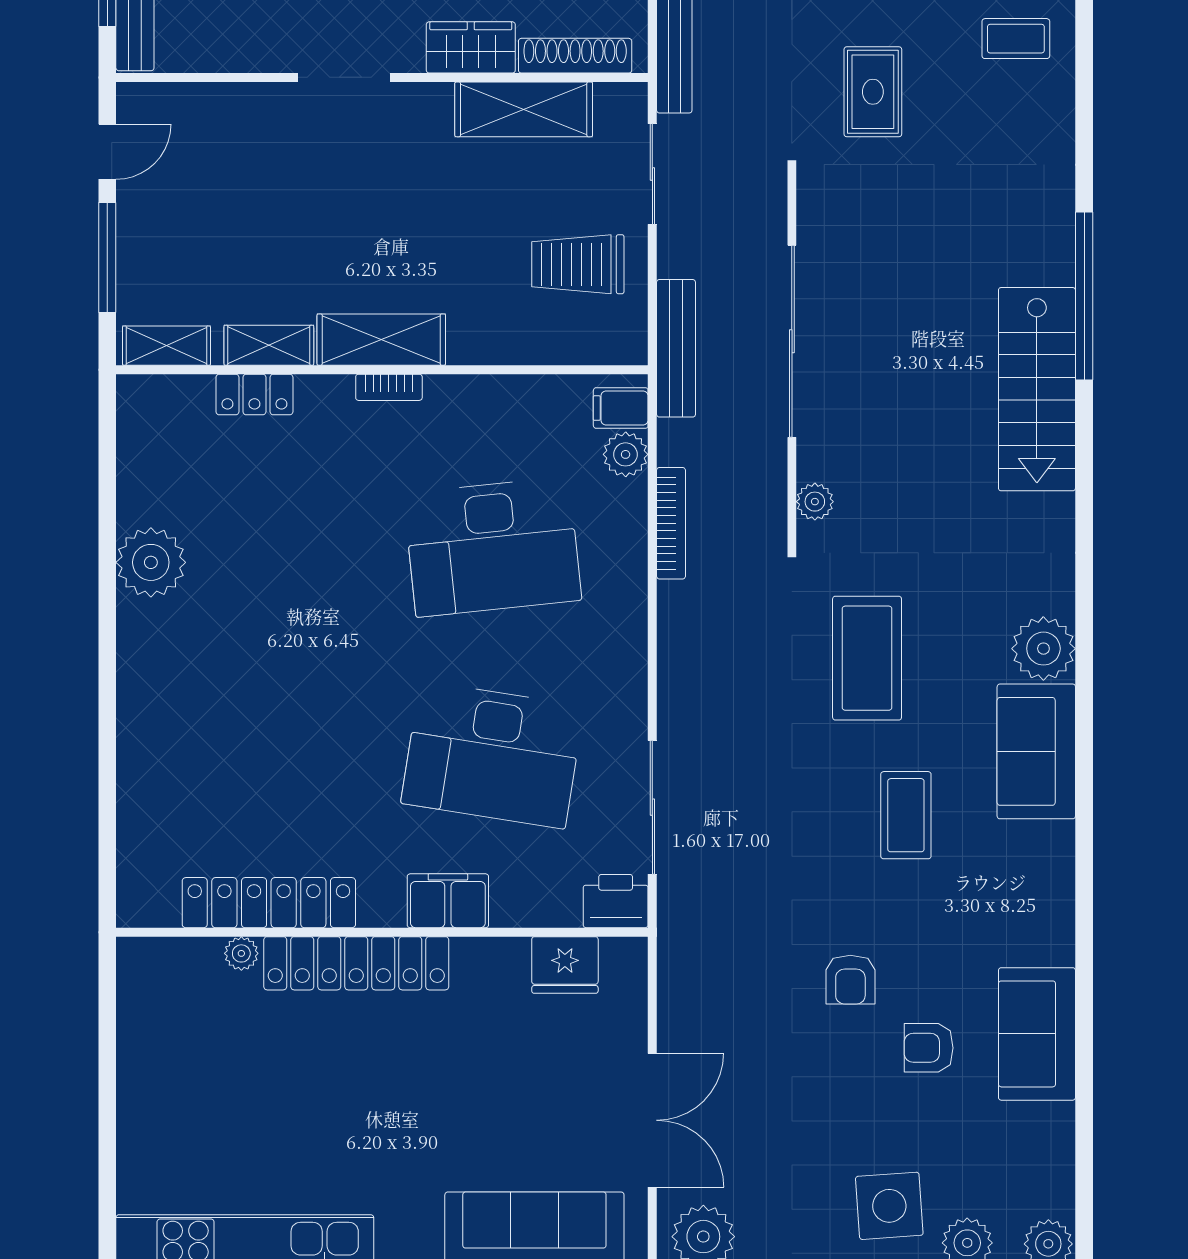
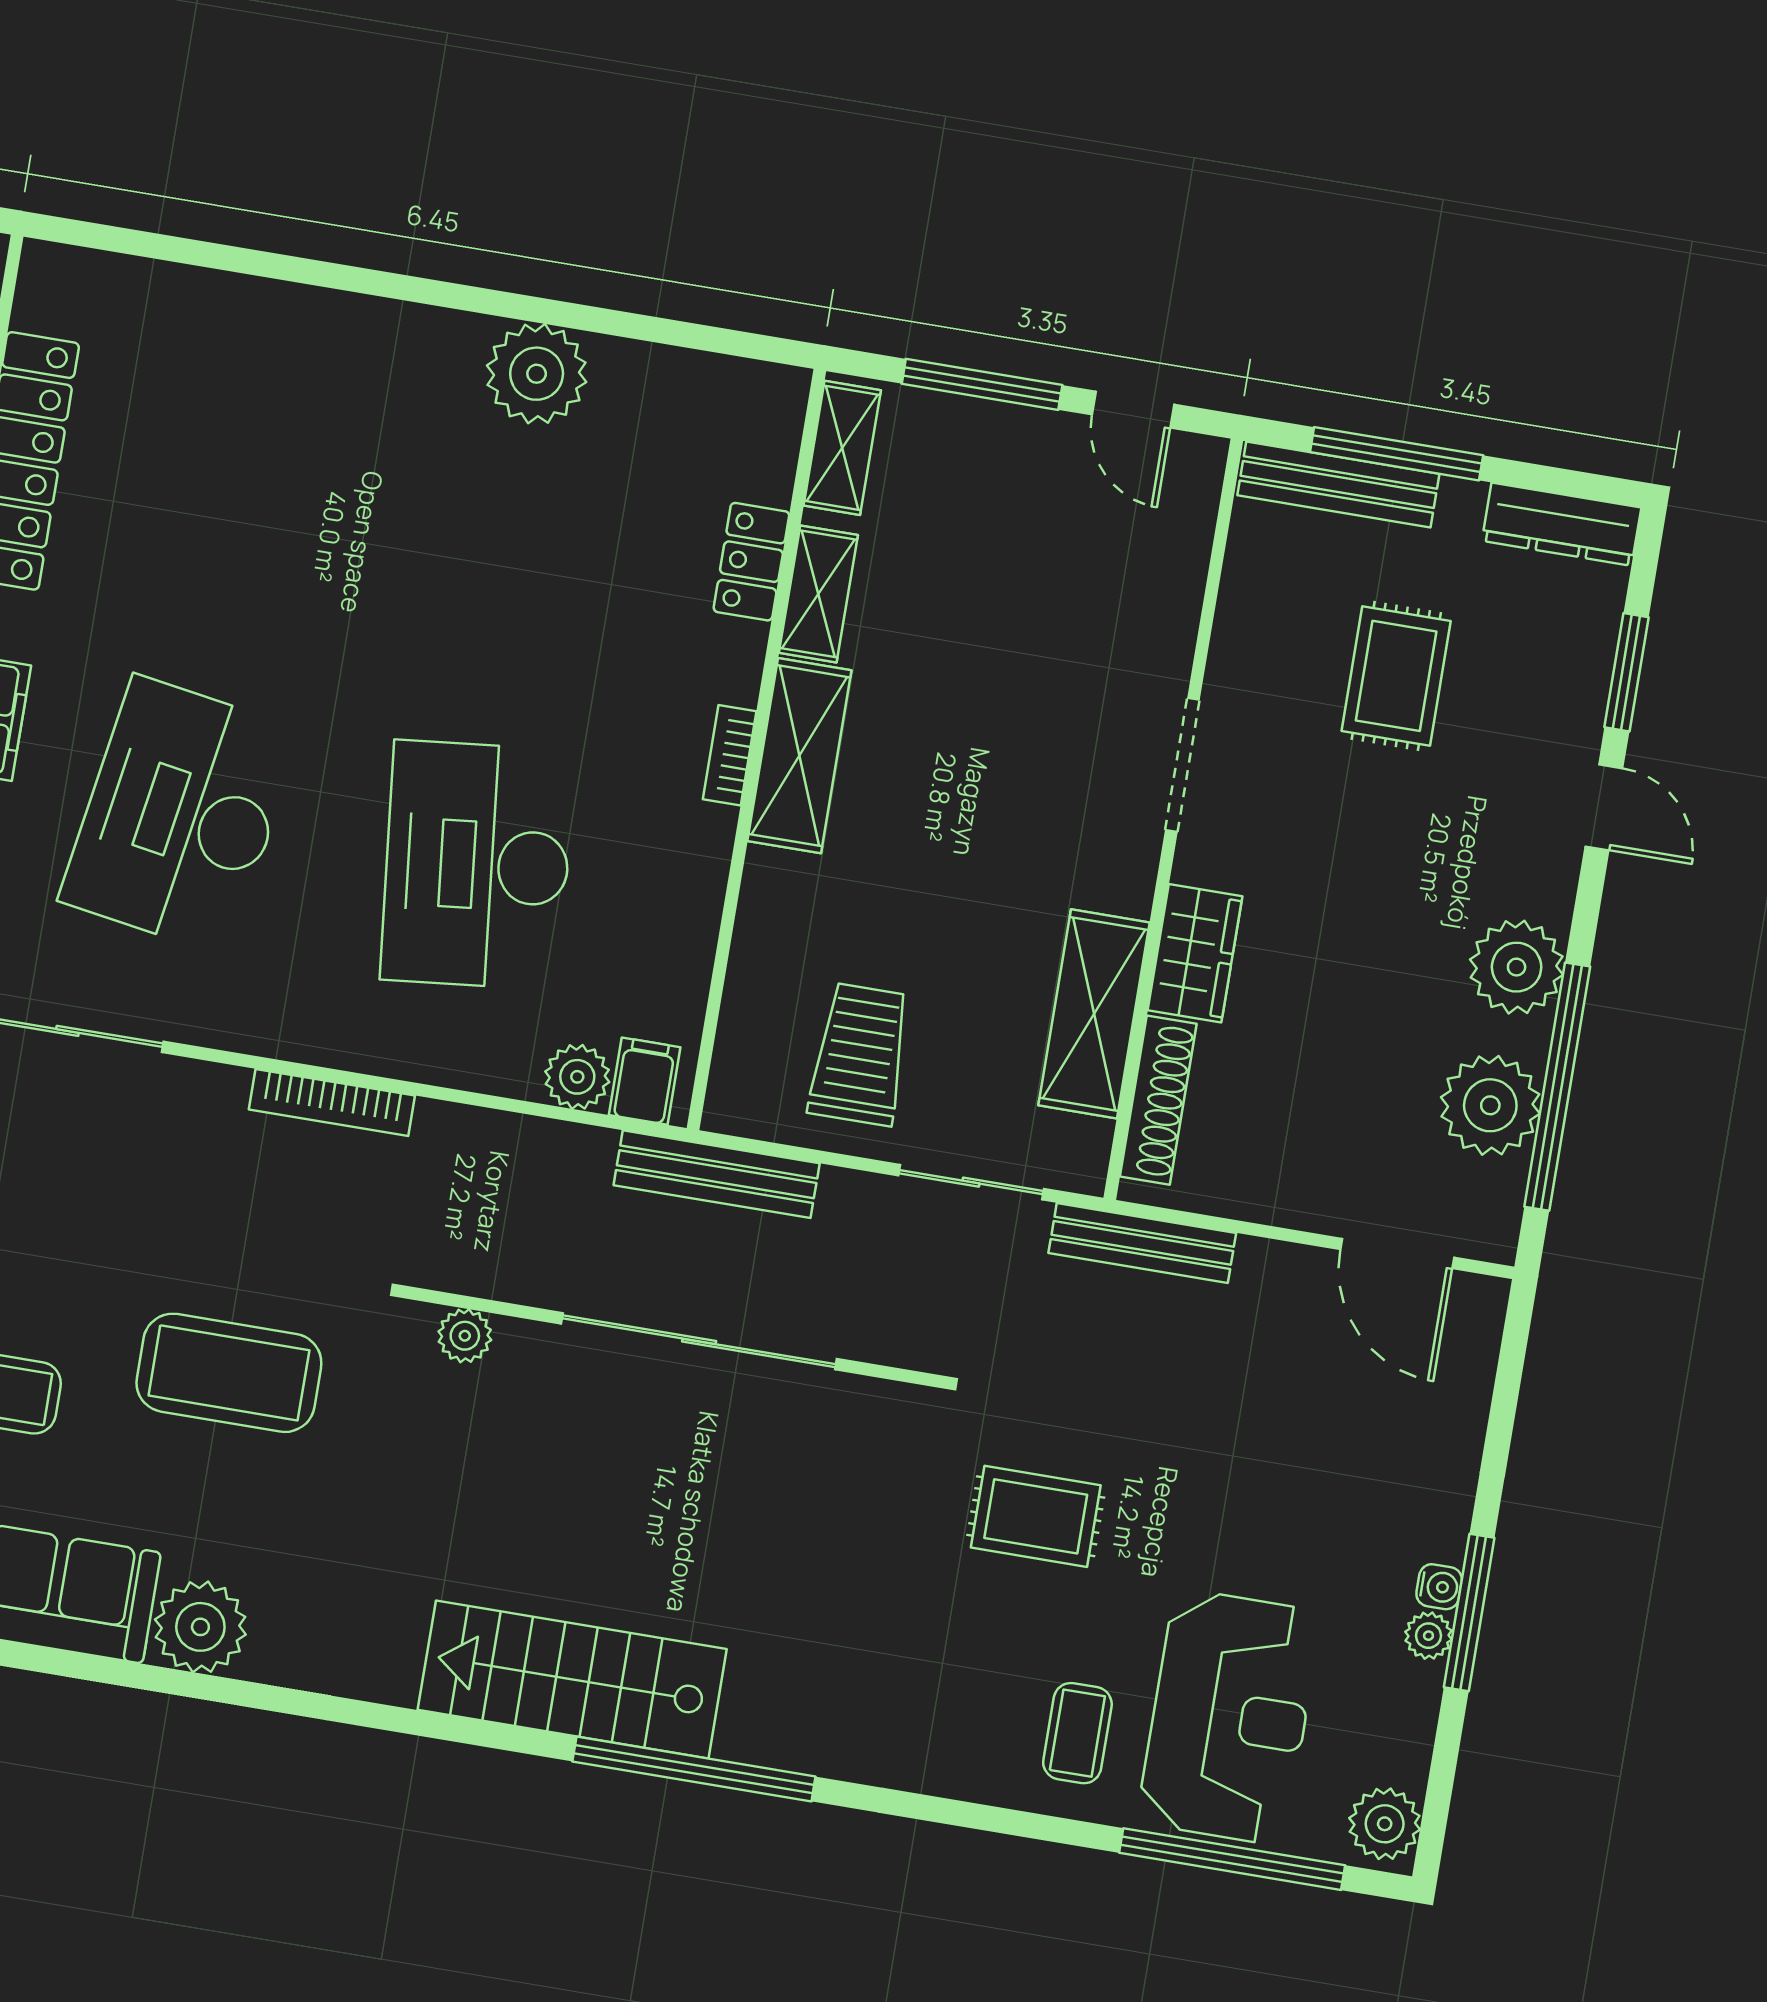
bookcase: (671, 523) -> (332, 1102), moved

